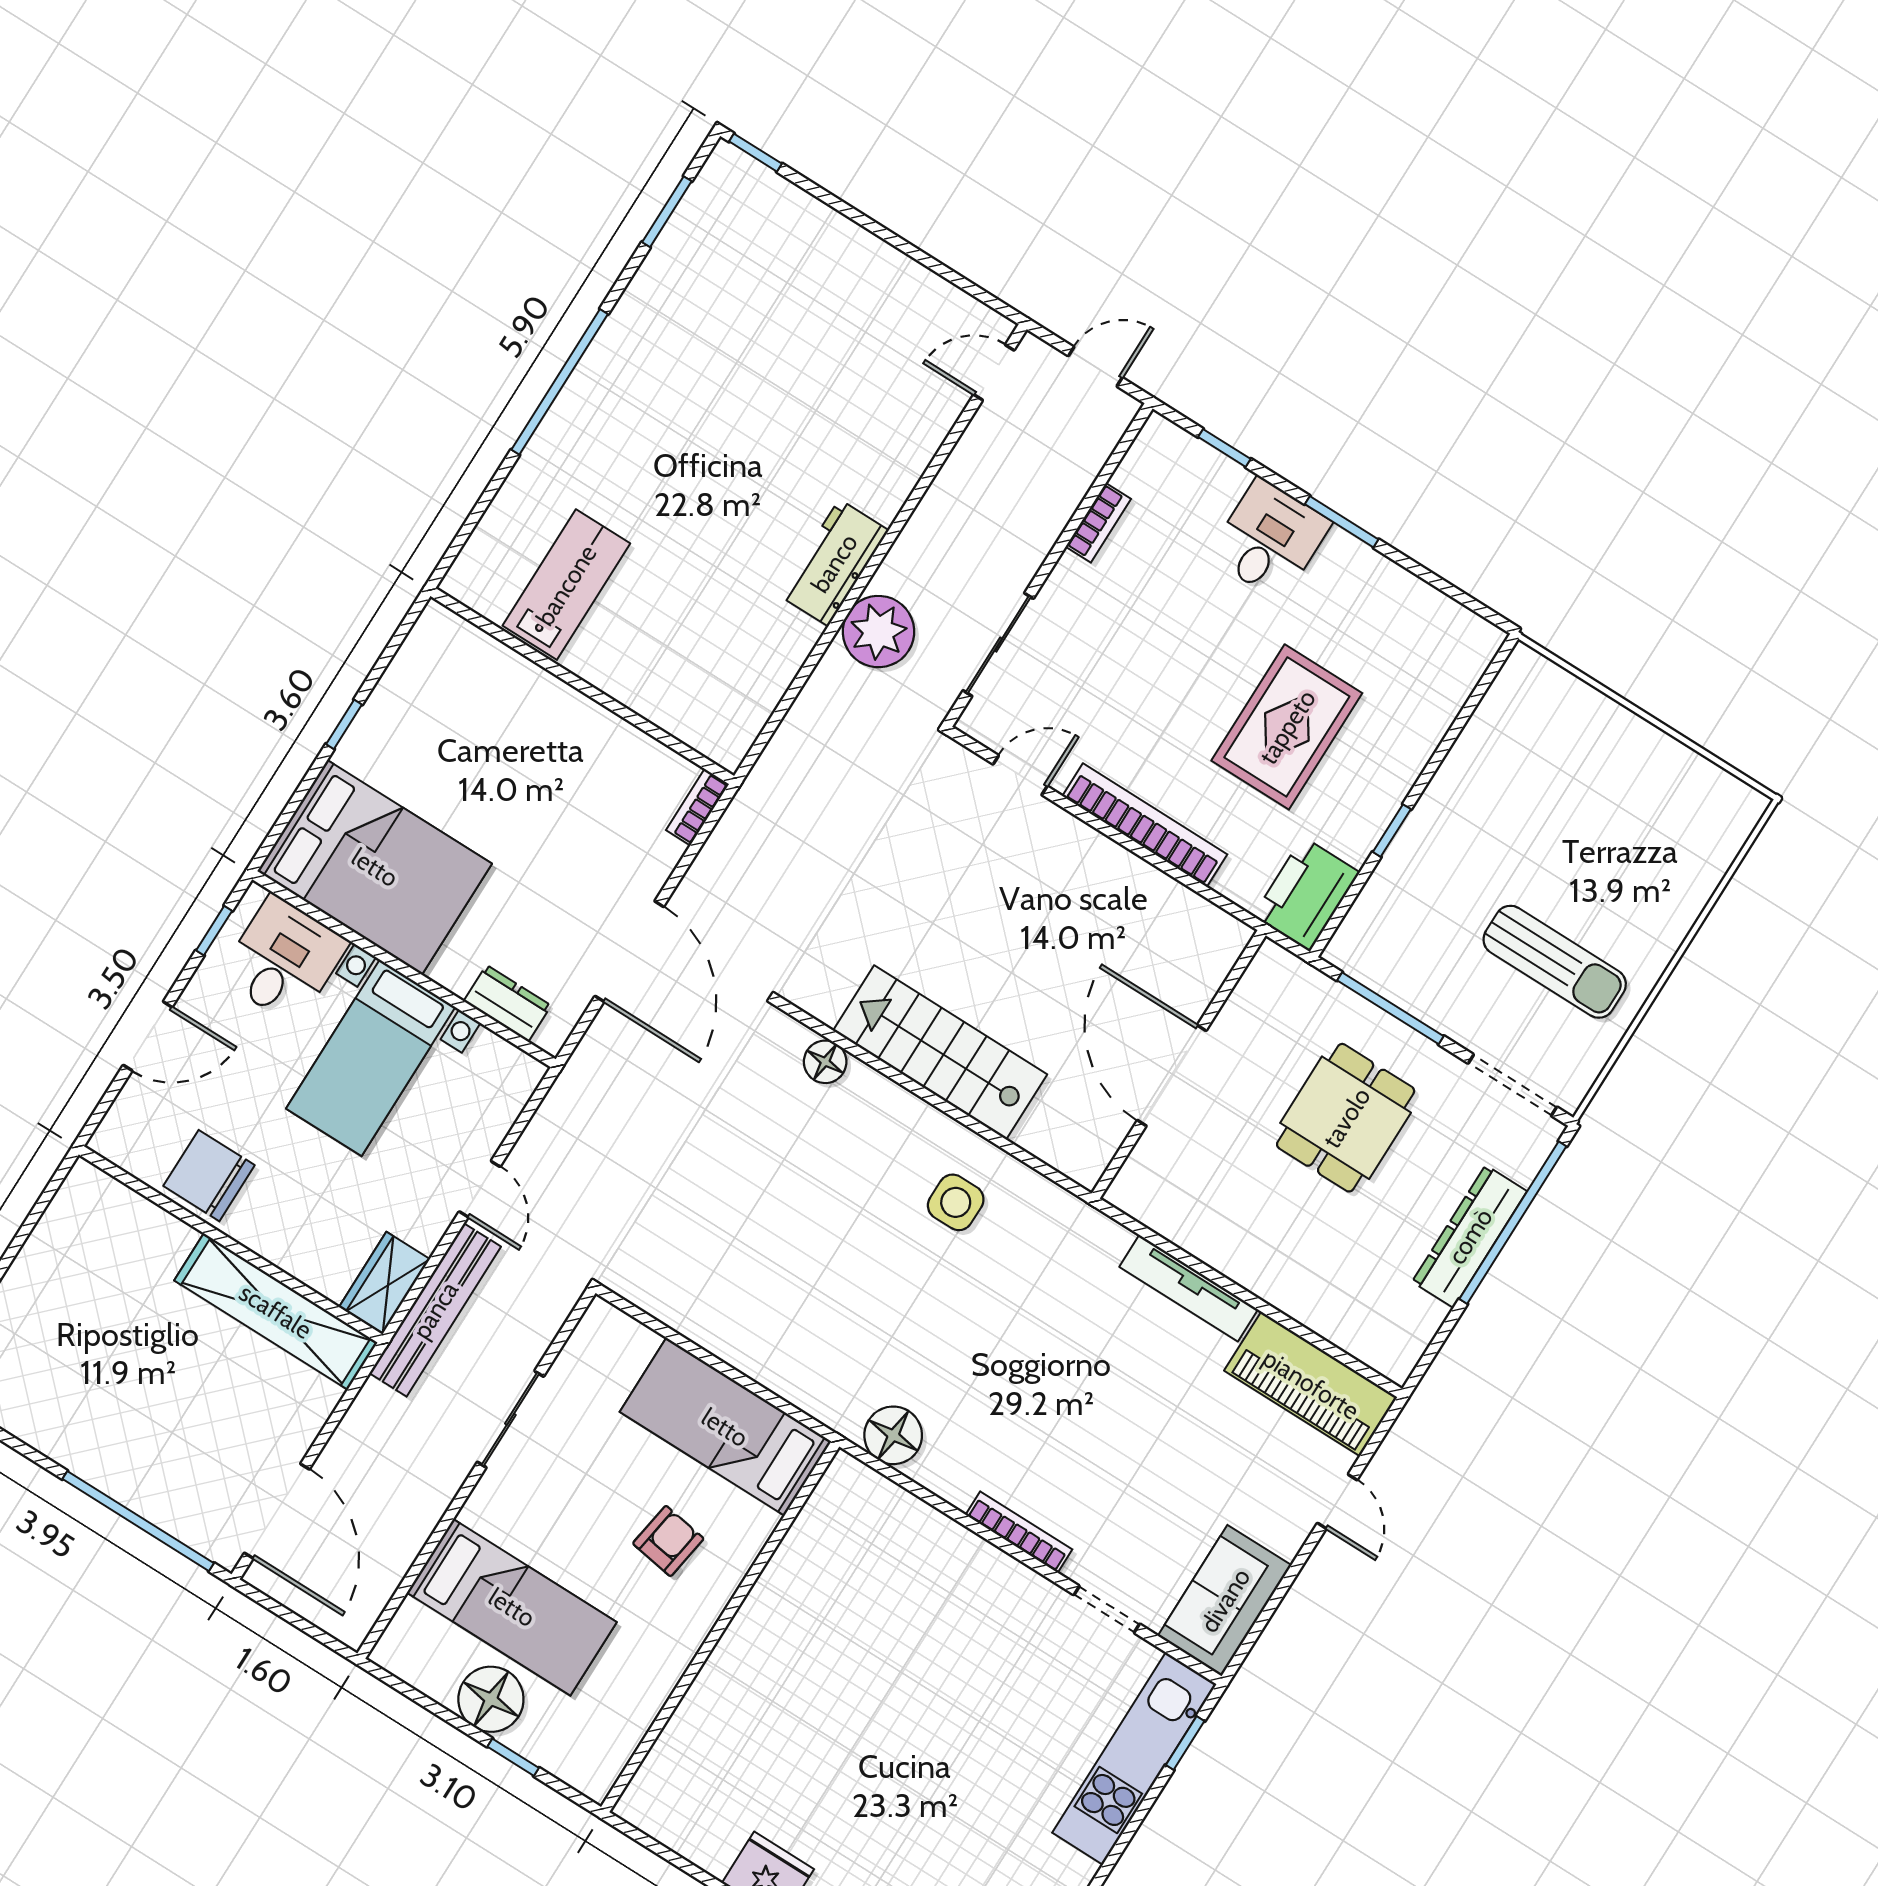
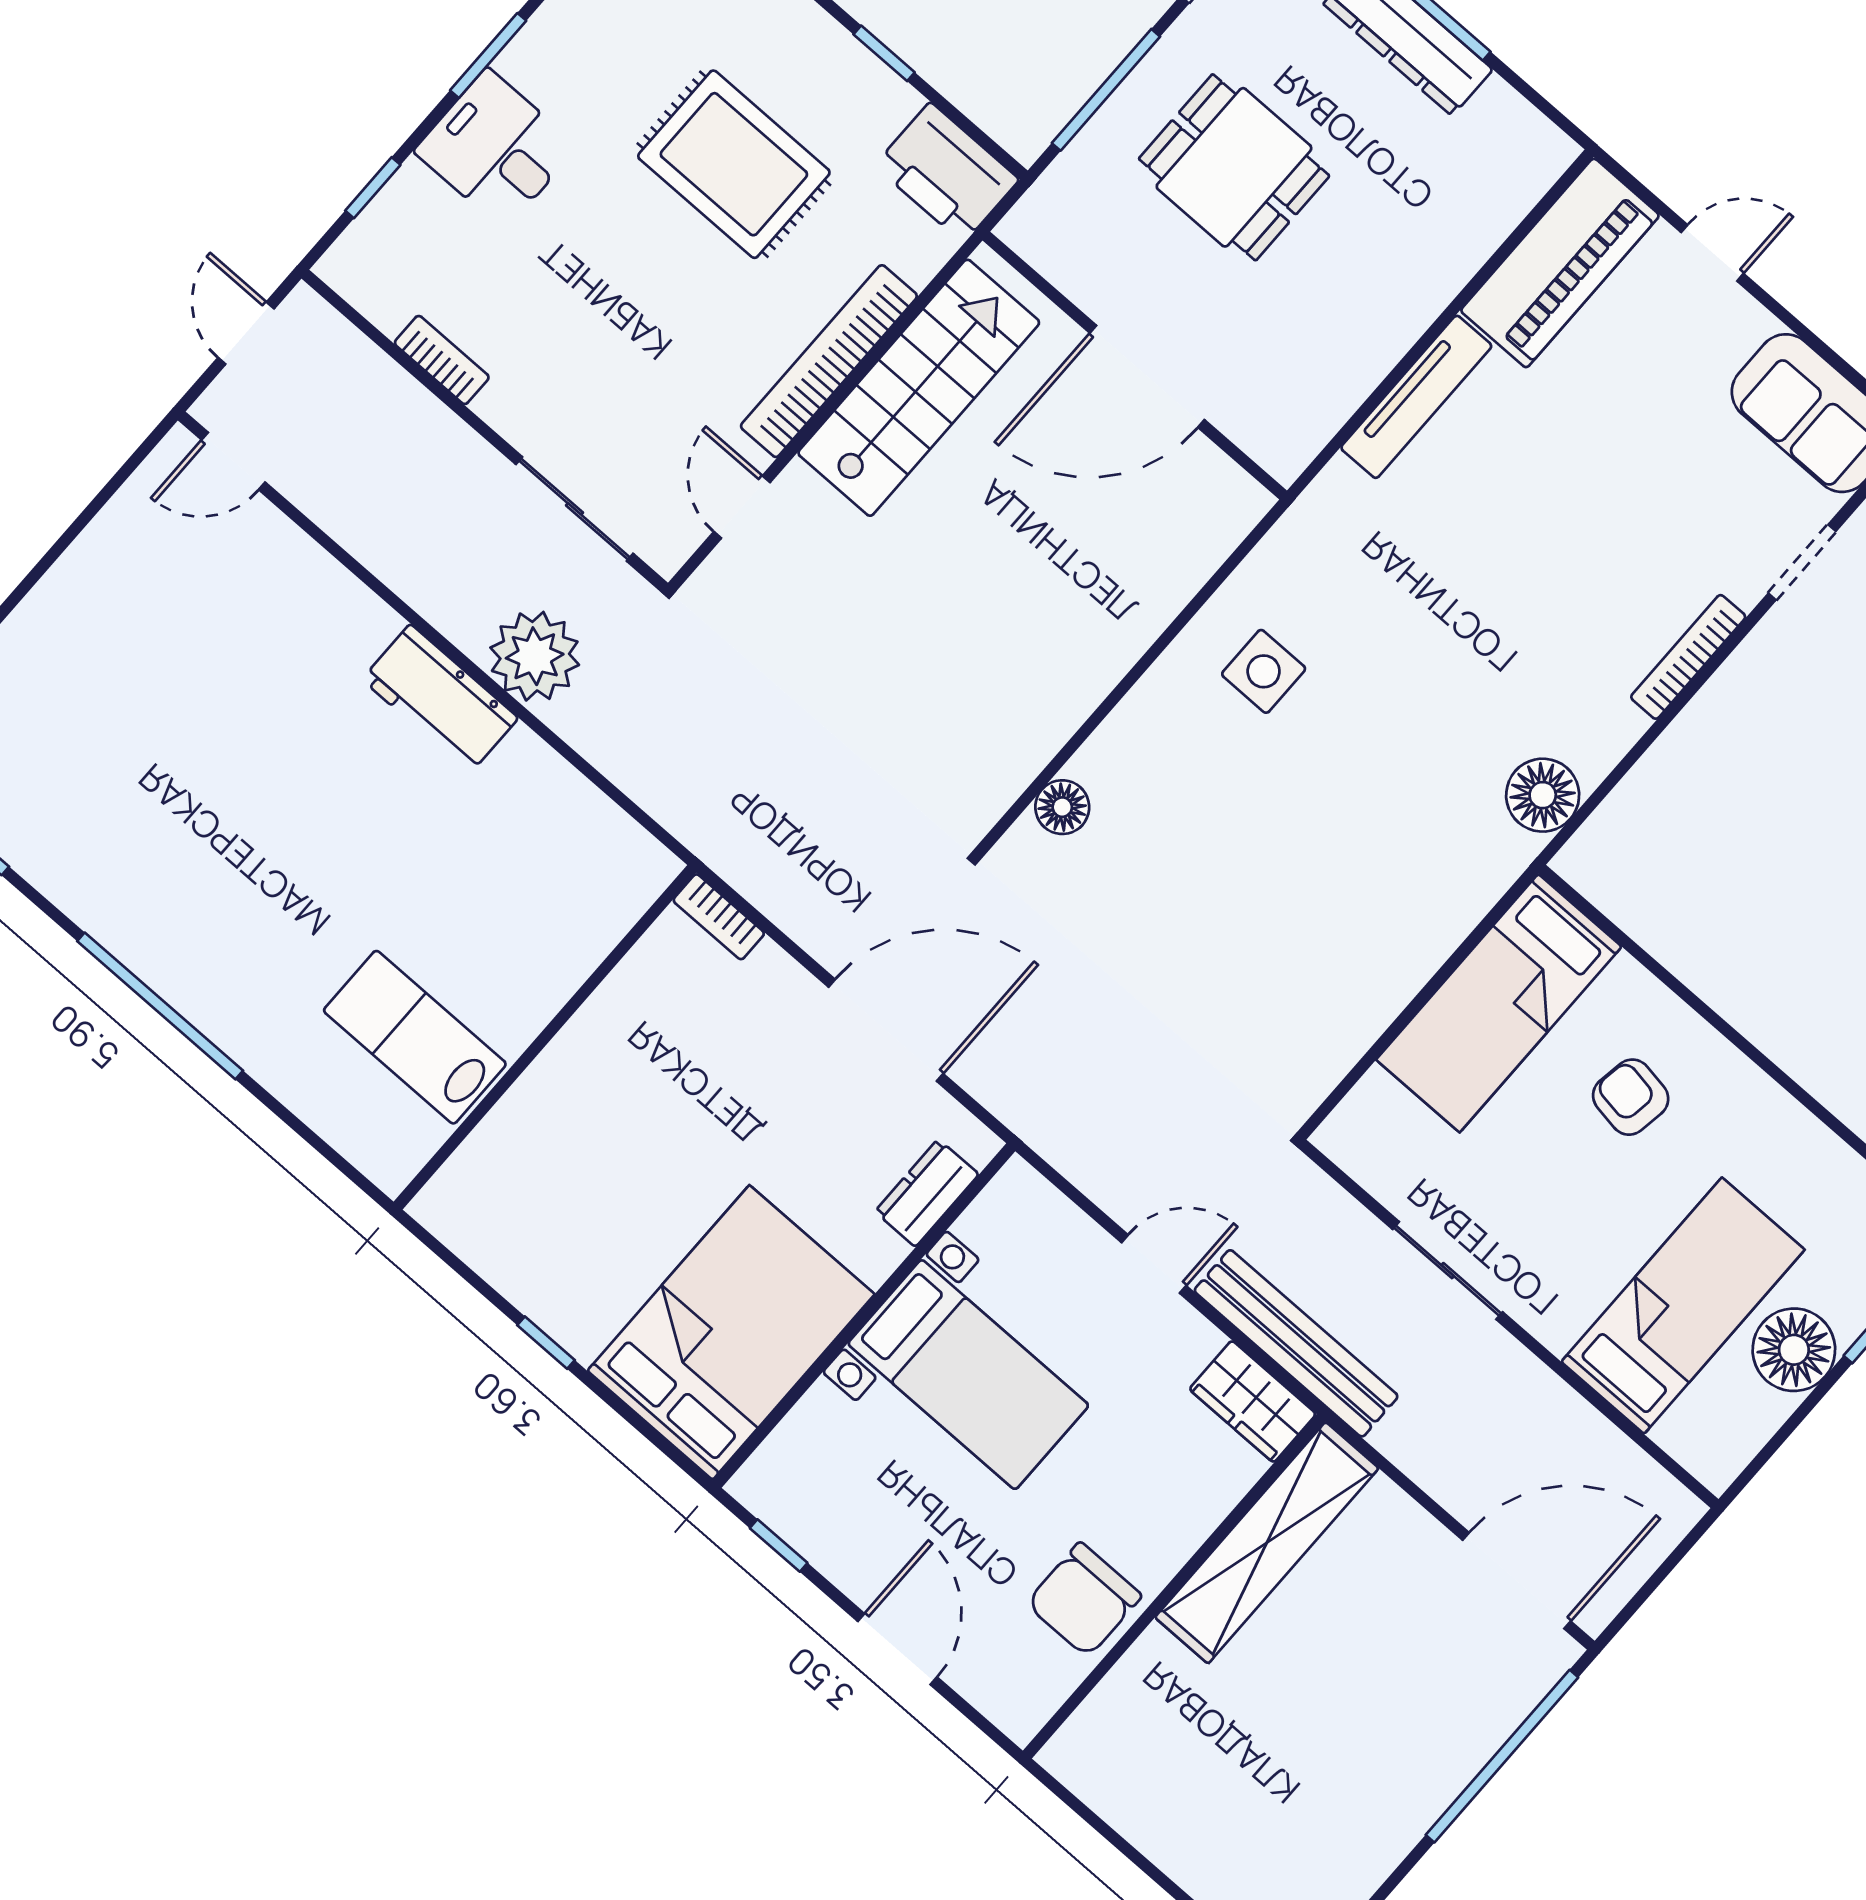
door: (994, 372) -> (233, 461), hinge flipped
desk: (284, 960) -> (829, 1464), removed
stairs: (940, 1052) -> (919, 388), moved, turned 180

